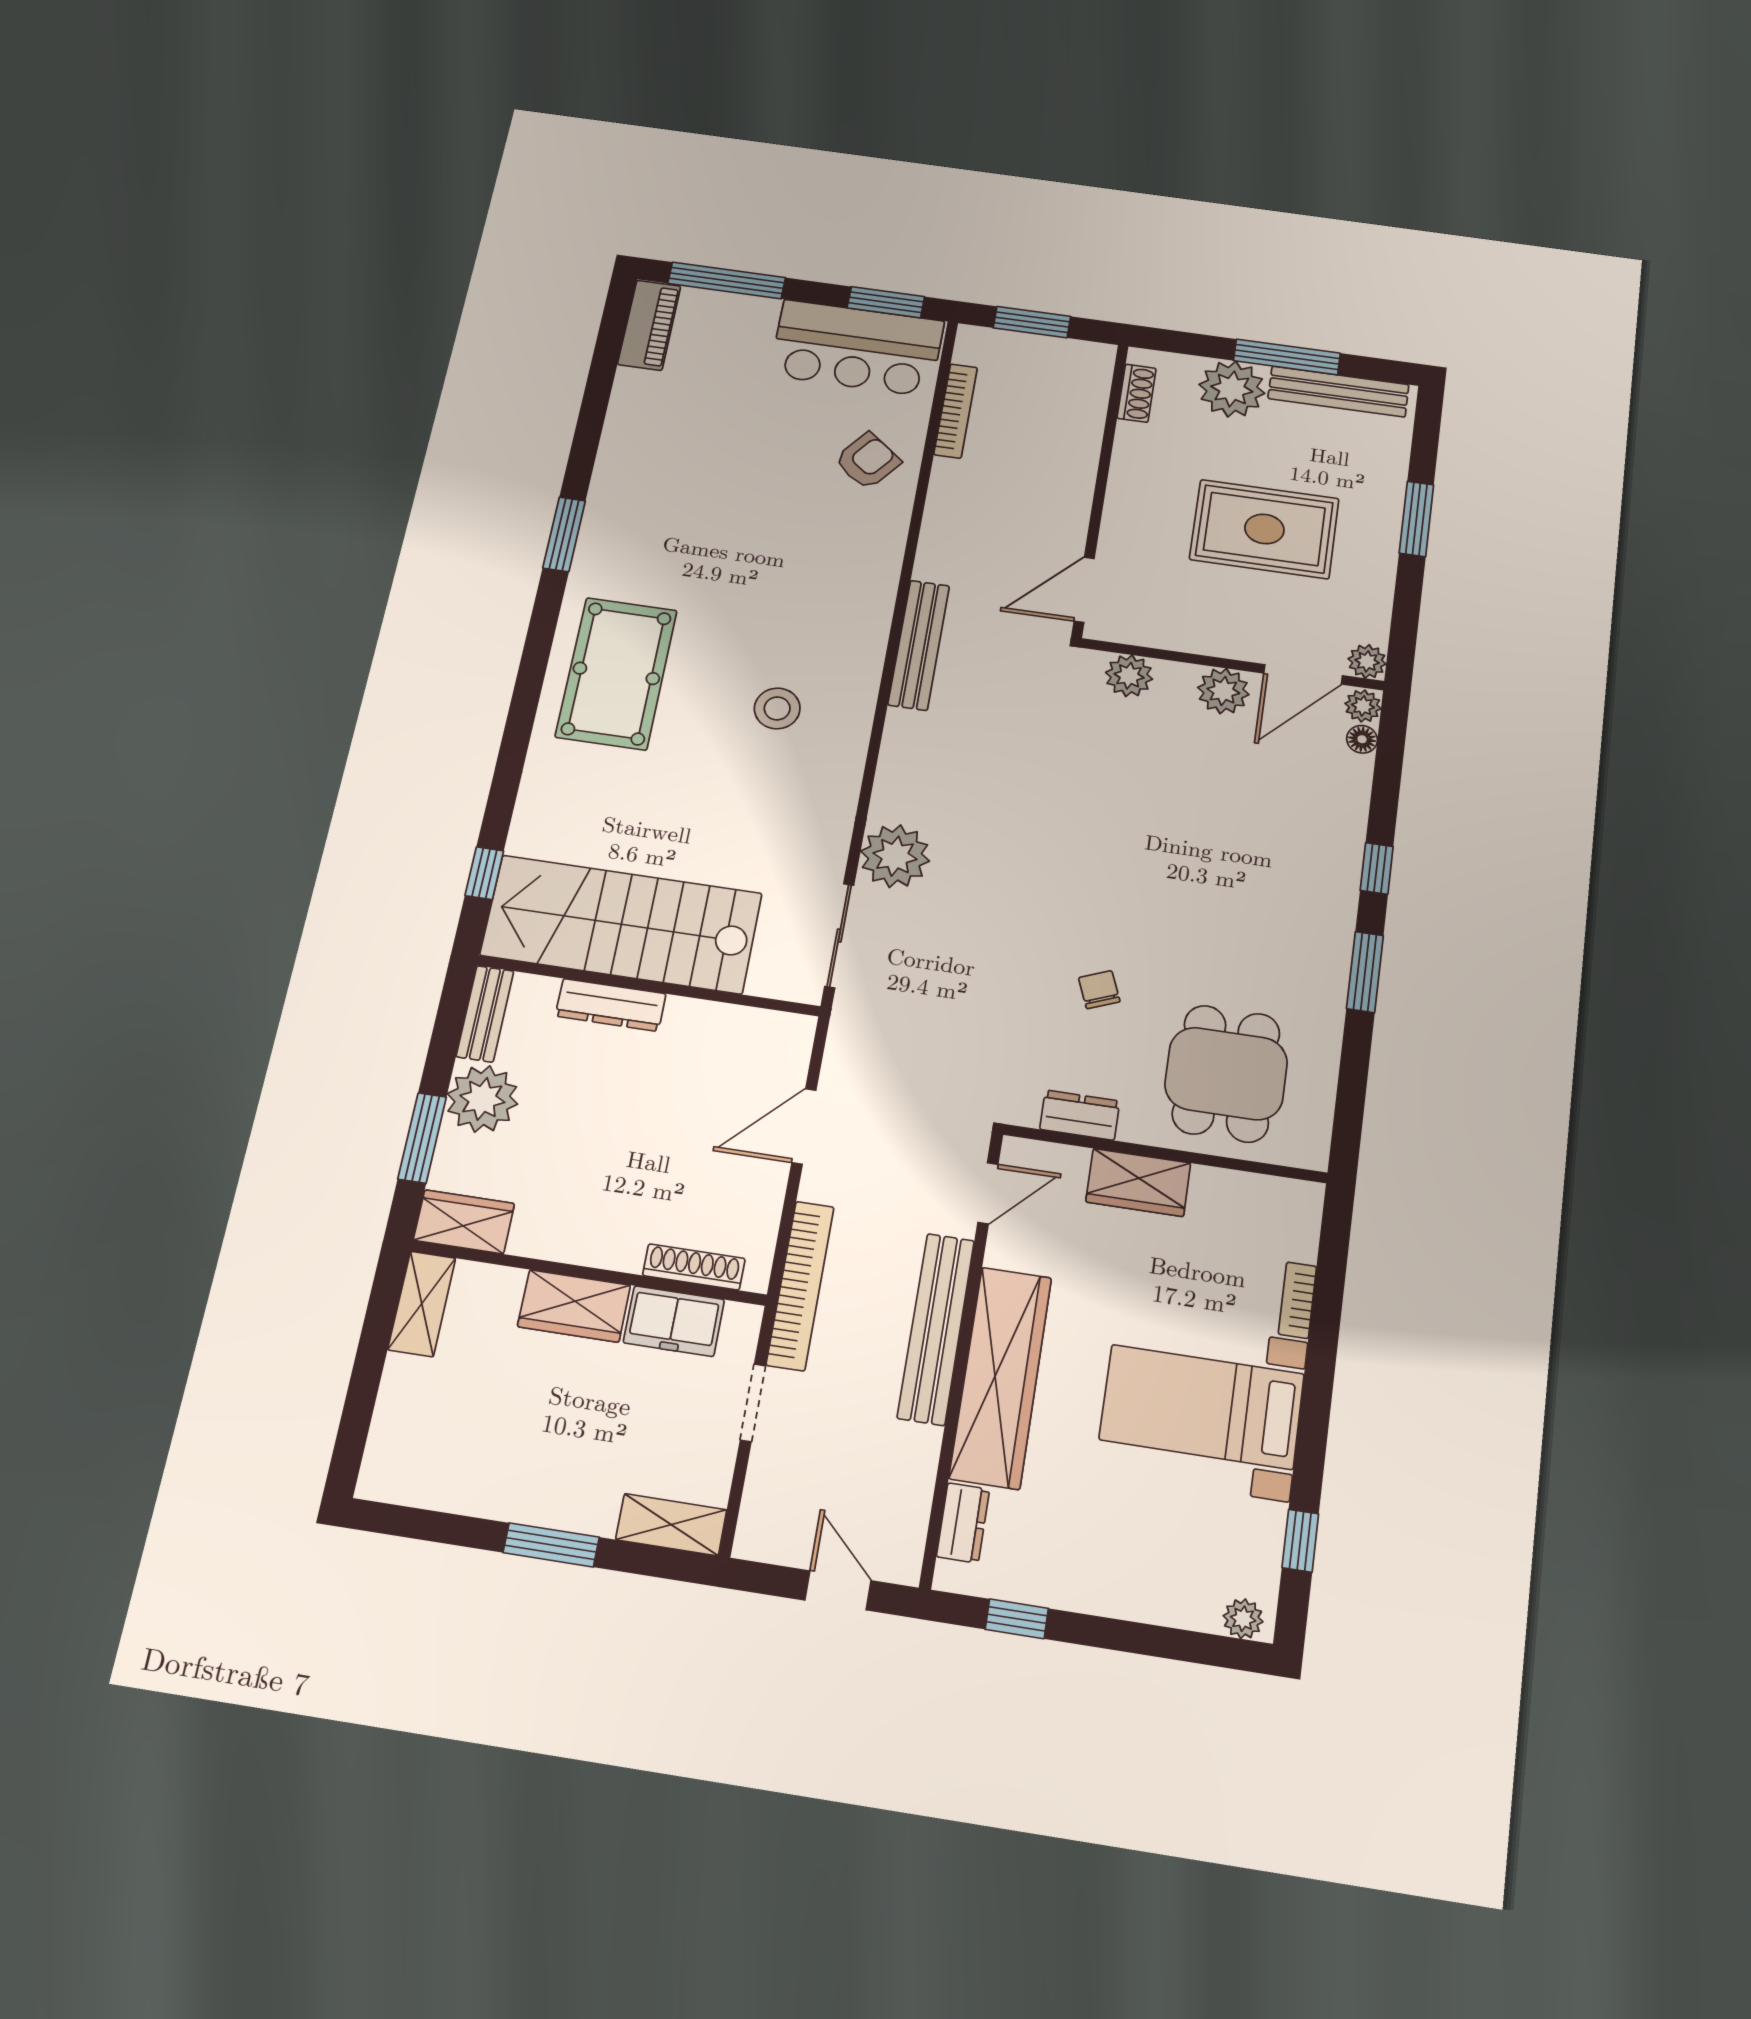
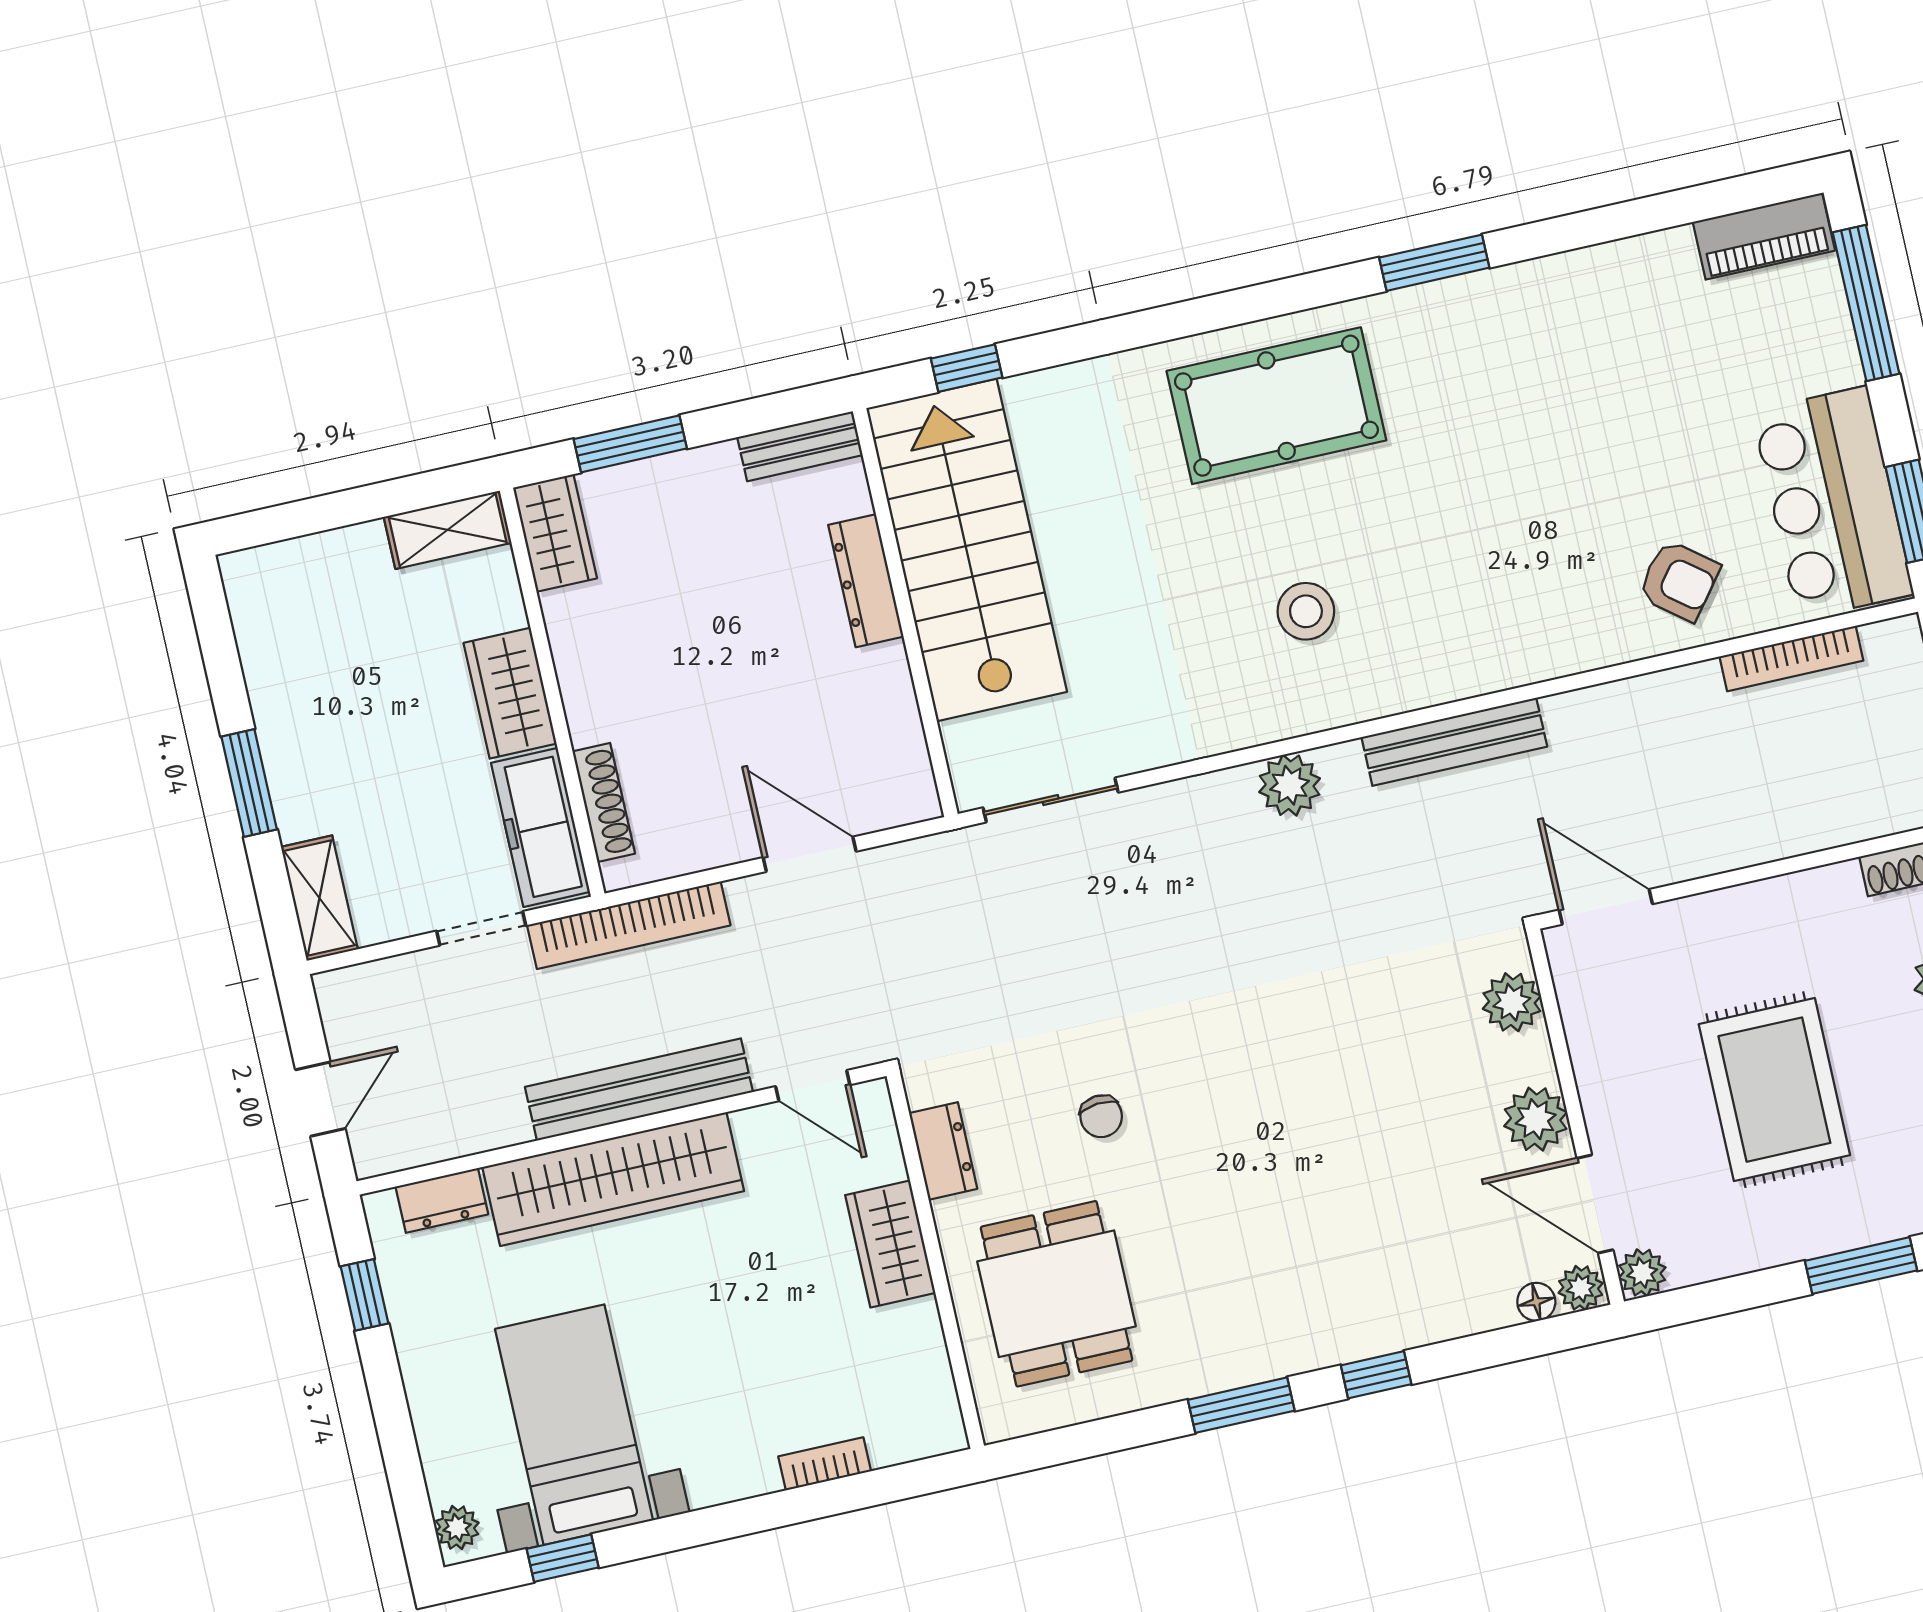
plant: (895, 856) -> (1290, 785), moved, width x0.73, depth x0.73
chair: (1099, 990) -> (1101, 1116), turned 107
dining table: (1226, 1074) -> (1056, 1294), turned 90
plant: (482, 1099) -> (701, 489), removed
freezer: (674, 1321) -> (541, 827), width x1.40
bed with nightstands: (1202, 1407) -> (574, 1425), moved

